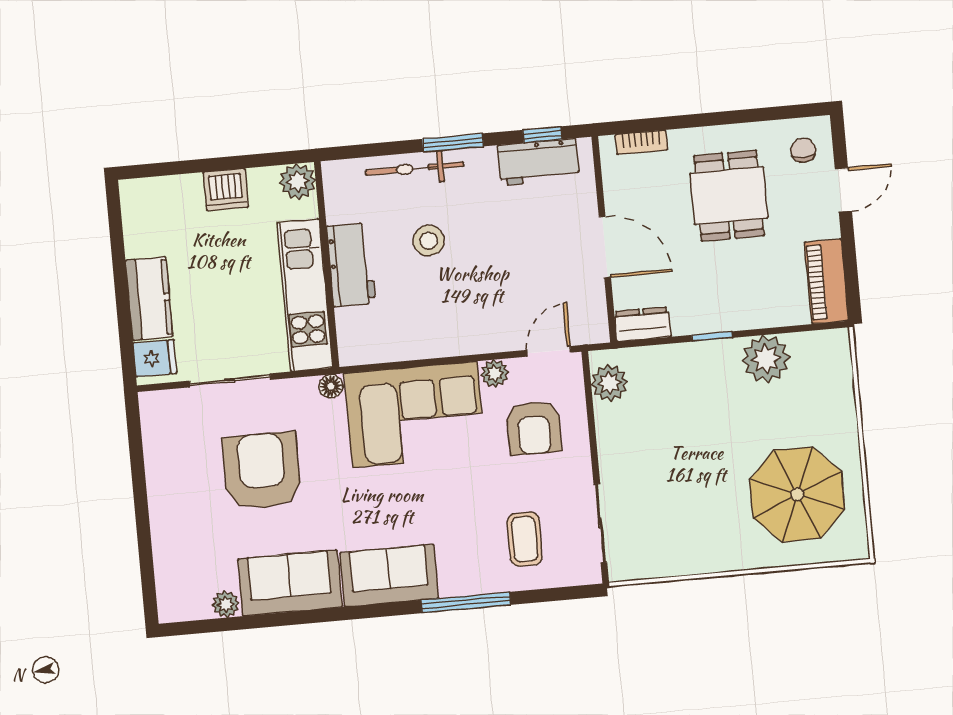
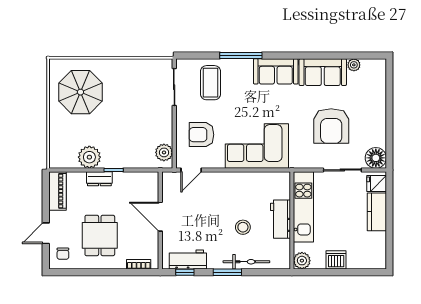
dresser: (642, 324) -> (99, 179), moved
plant: (495, 373) -> (218, 162), removed
floor lamp: (331, 386) -> (376, 158), moved, width x1.89, depth x1.89
armchair: (534, 428) -> (201, 135), turned -90
coffee table: (525, 539) -> (210, 83), width x1.36, depth x1.30

